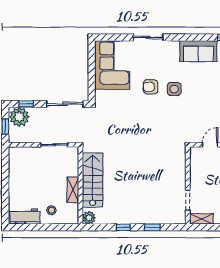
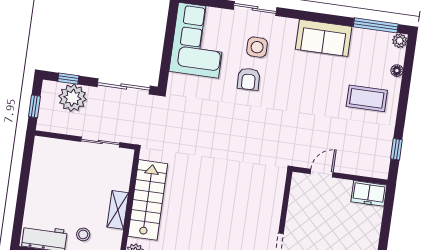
armchair: (151, 87) -> (249, 79), turned -92
side table: (174, 89) -> (257, 47), moved
plant: (19, 117) -> (73, 98), moved

